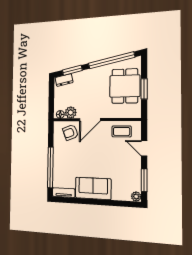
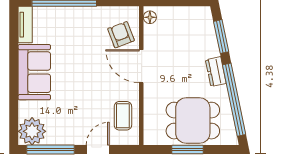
dresser: (64, 80) -> (216, 72), moved
plant: (71, 112) -> (153, 35), removed
window: (144, 180) -> (50, 150), width x1.44
plant: (136, 196) -> (32, 131), width x1.87, depth x1.87

